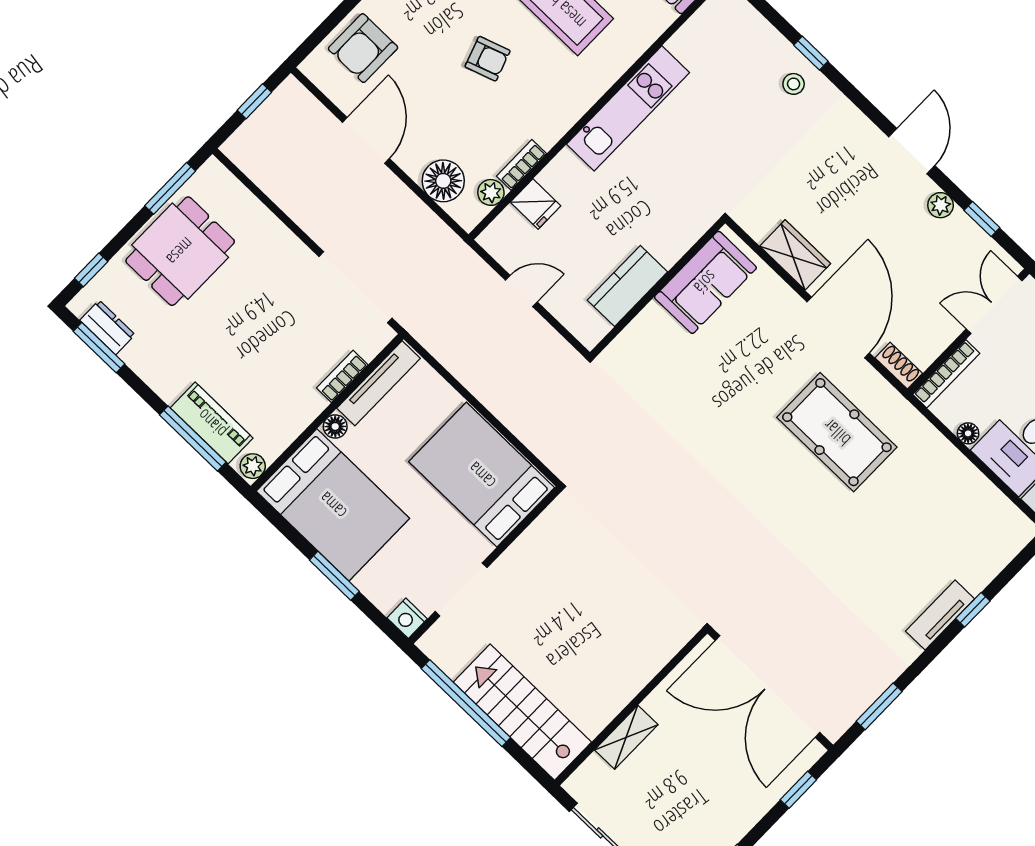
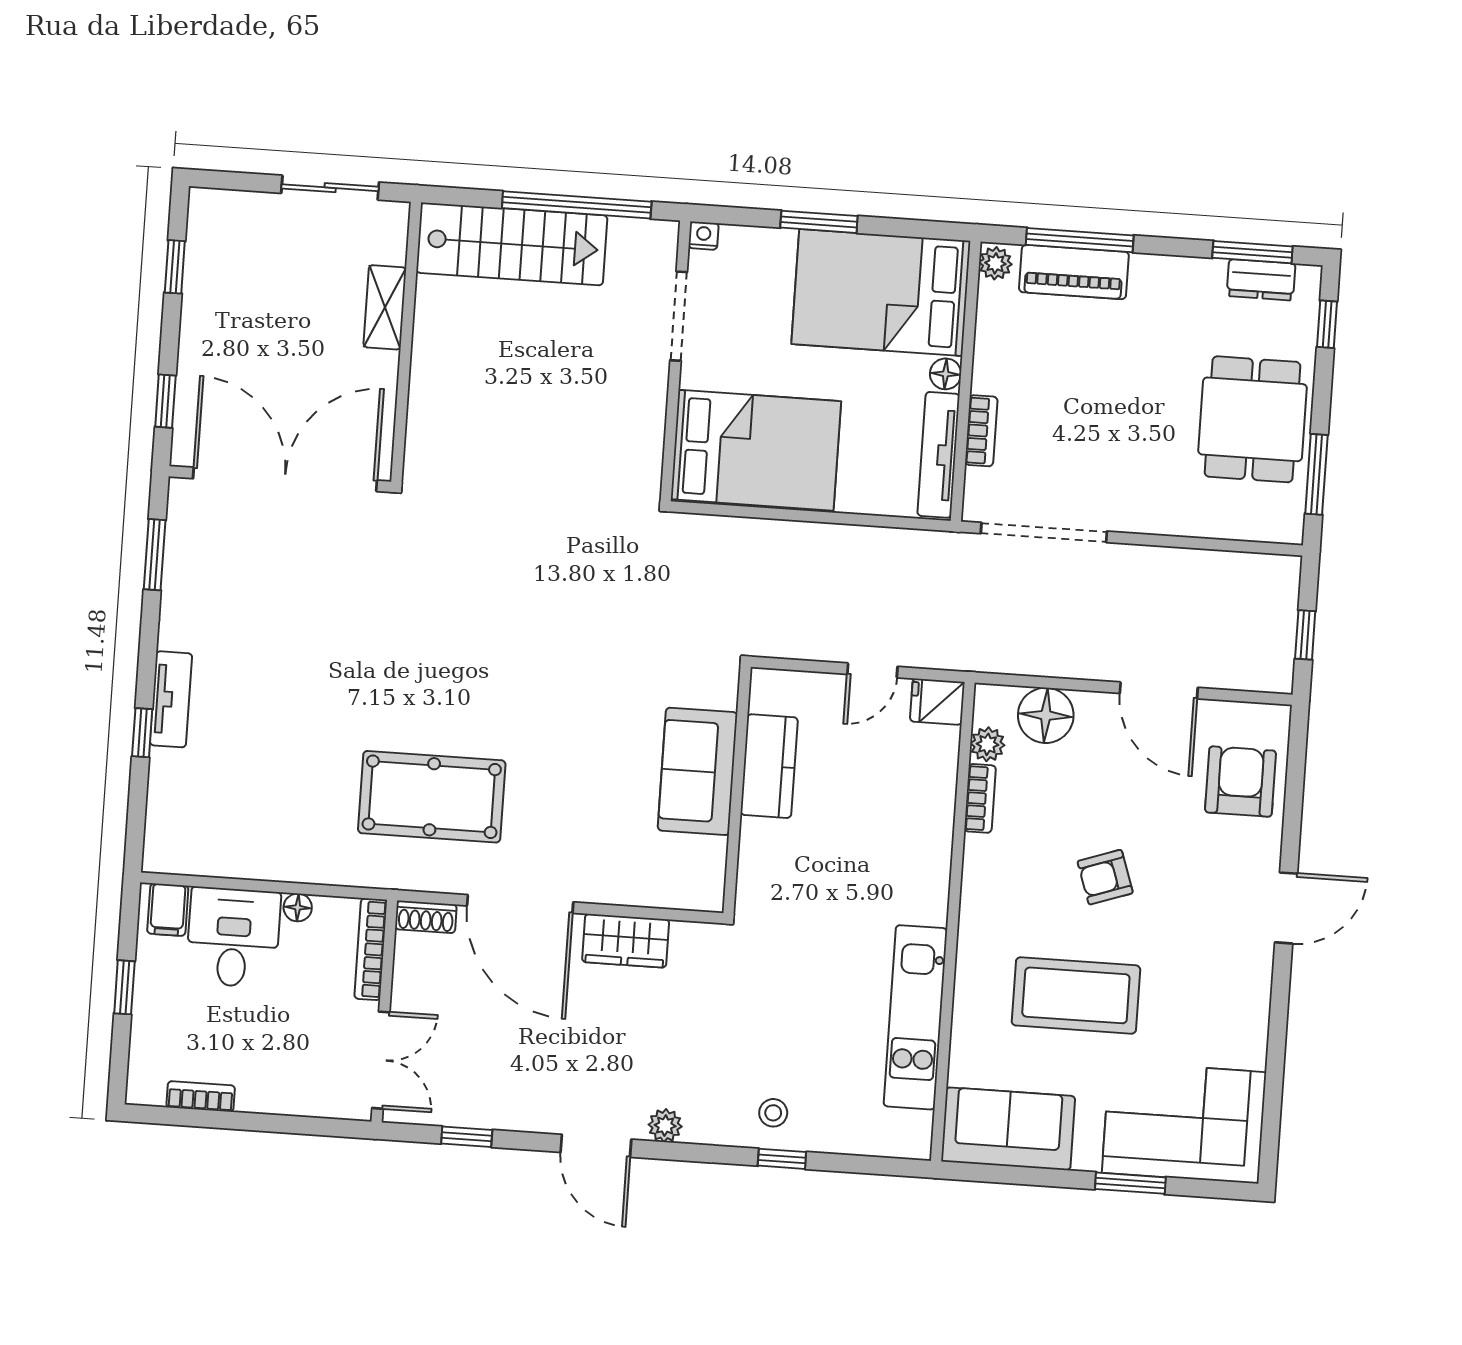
kitchen unit: (628, 108) -> (915, 1017), moved
fridge: (535, 204) -> (937, 702), moved
plant: (941, 205) -> (665, 1126), moved
sofa: (705, 282) -> (698, 771), moved
nightstand: (407, 618) -> (704, 236), width x0.72, depth x0.74

